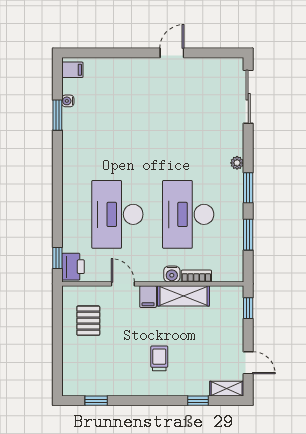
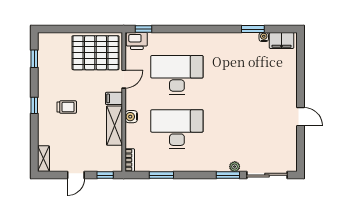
filing cabinet: (72, 70) -> (282, 41), width x2.00
plant: (237, 163) -> (235, 167), moved
window: (248, 188) -> (228, 175), moved
bookcase: (196, 276) -> (130, 160), moved
pallet: (88, 321) -> (96, 53), width x2.05, depth x2.00
door: (248, 363) -> (76, 175), moved
window: (198, 401) -> (34, 105), moved

